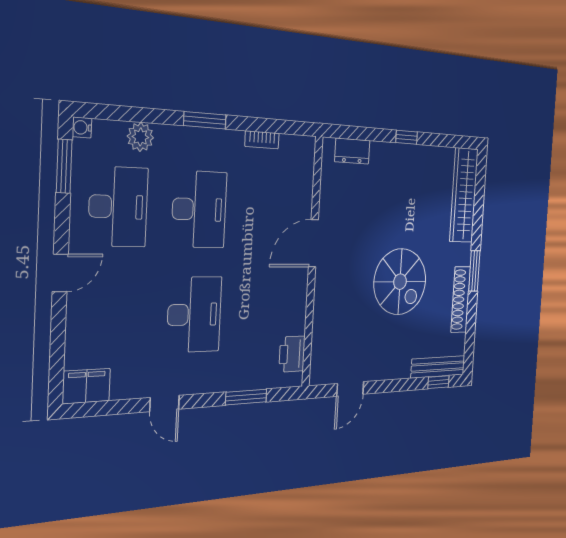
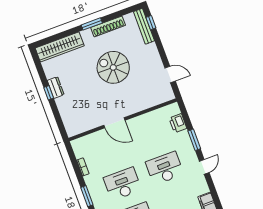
dresser: (352, 151) -> (56, 88), moved
spiral stairs: (400, 282) -> (113, 67), turned -90
printer: (292, 354) -> (178, 123), moved, turned 90
window: (246, 397) -> (194, 140), moved

